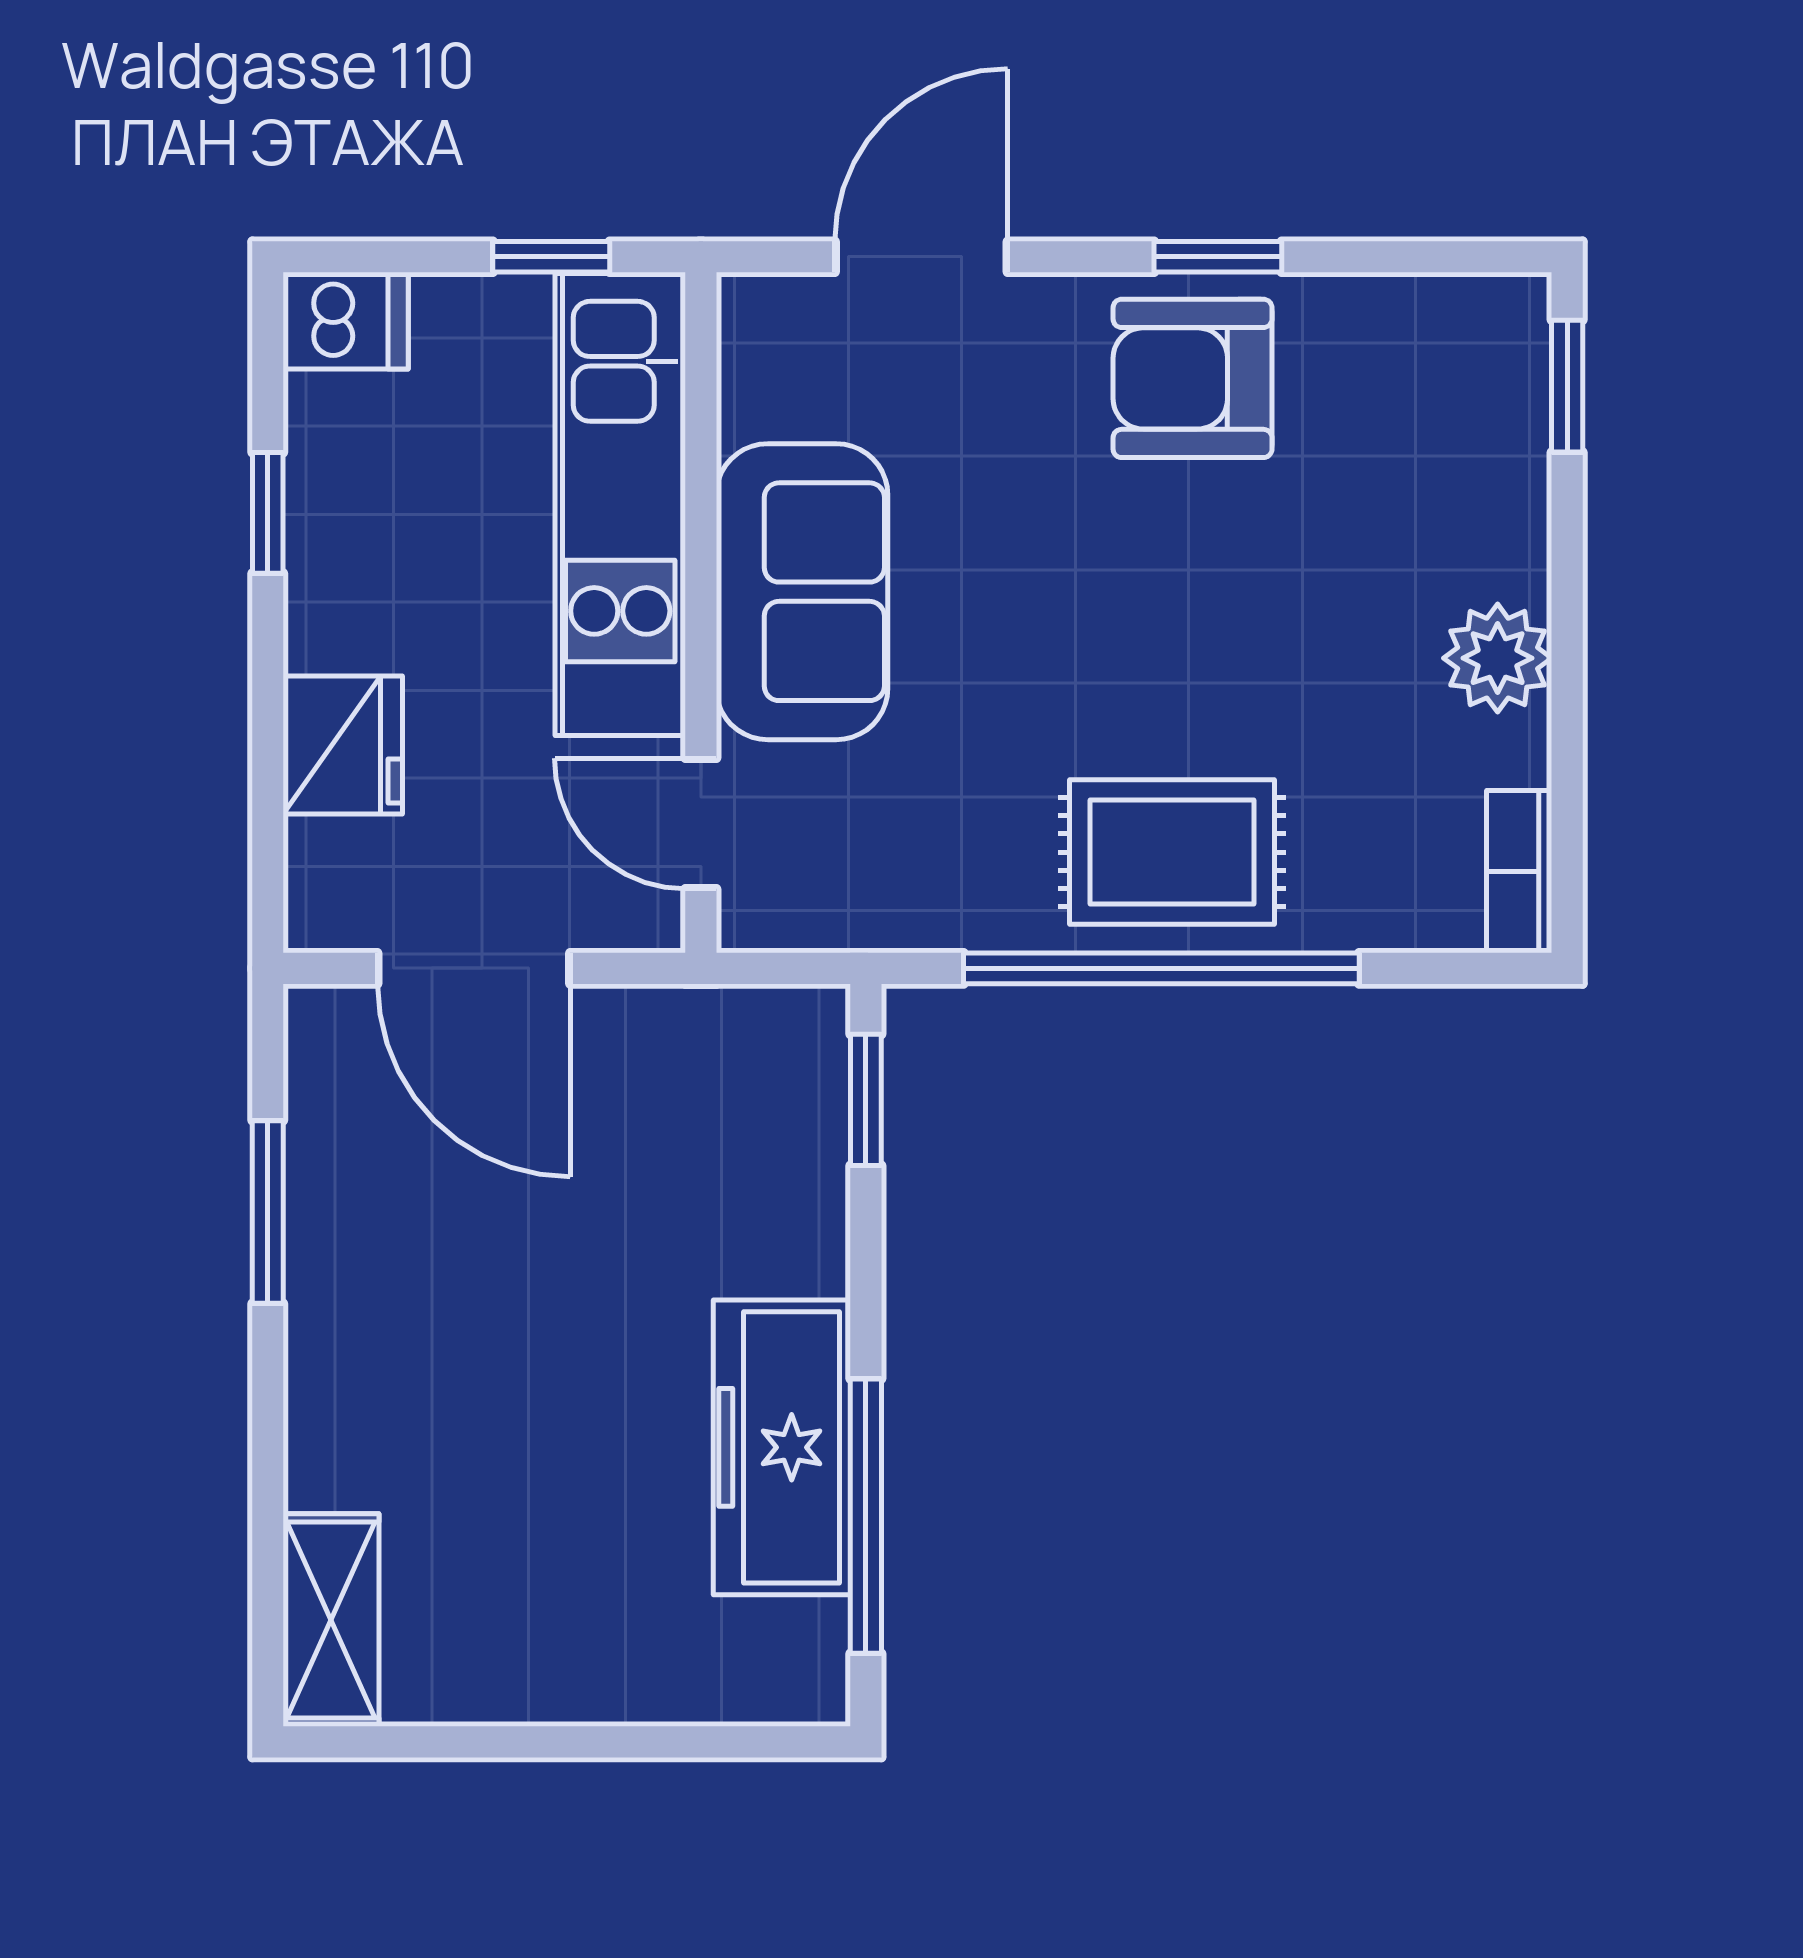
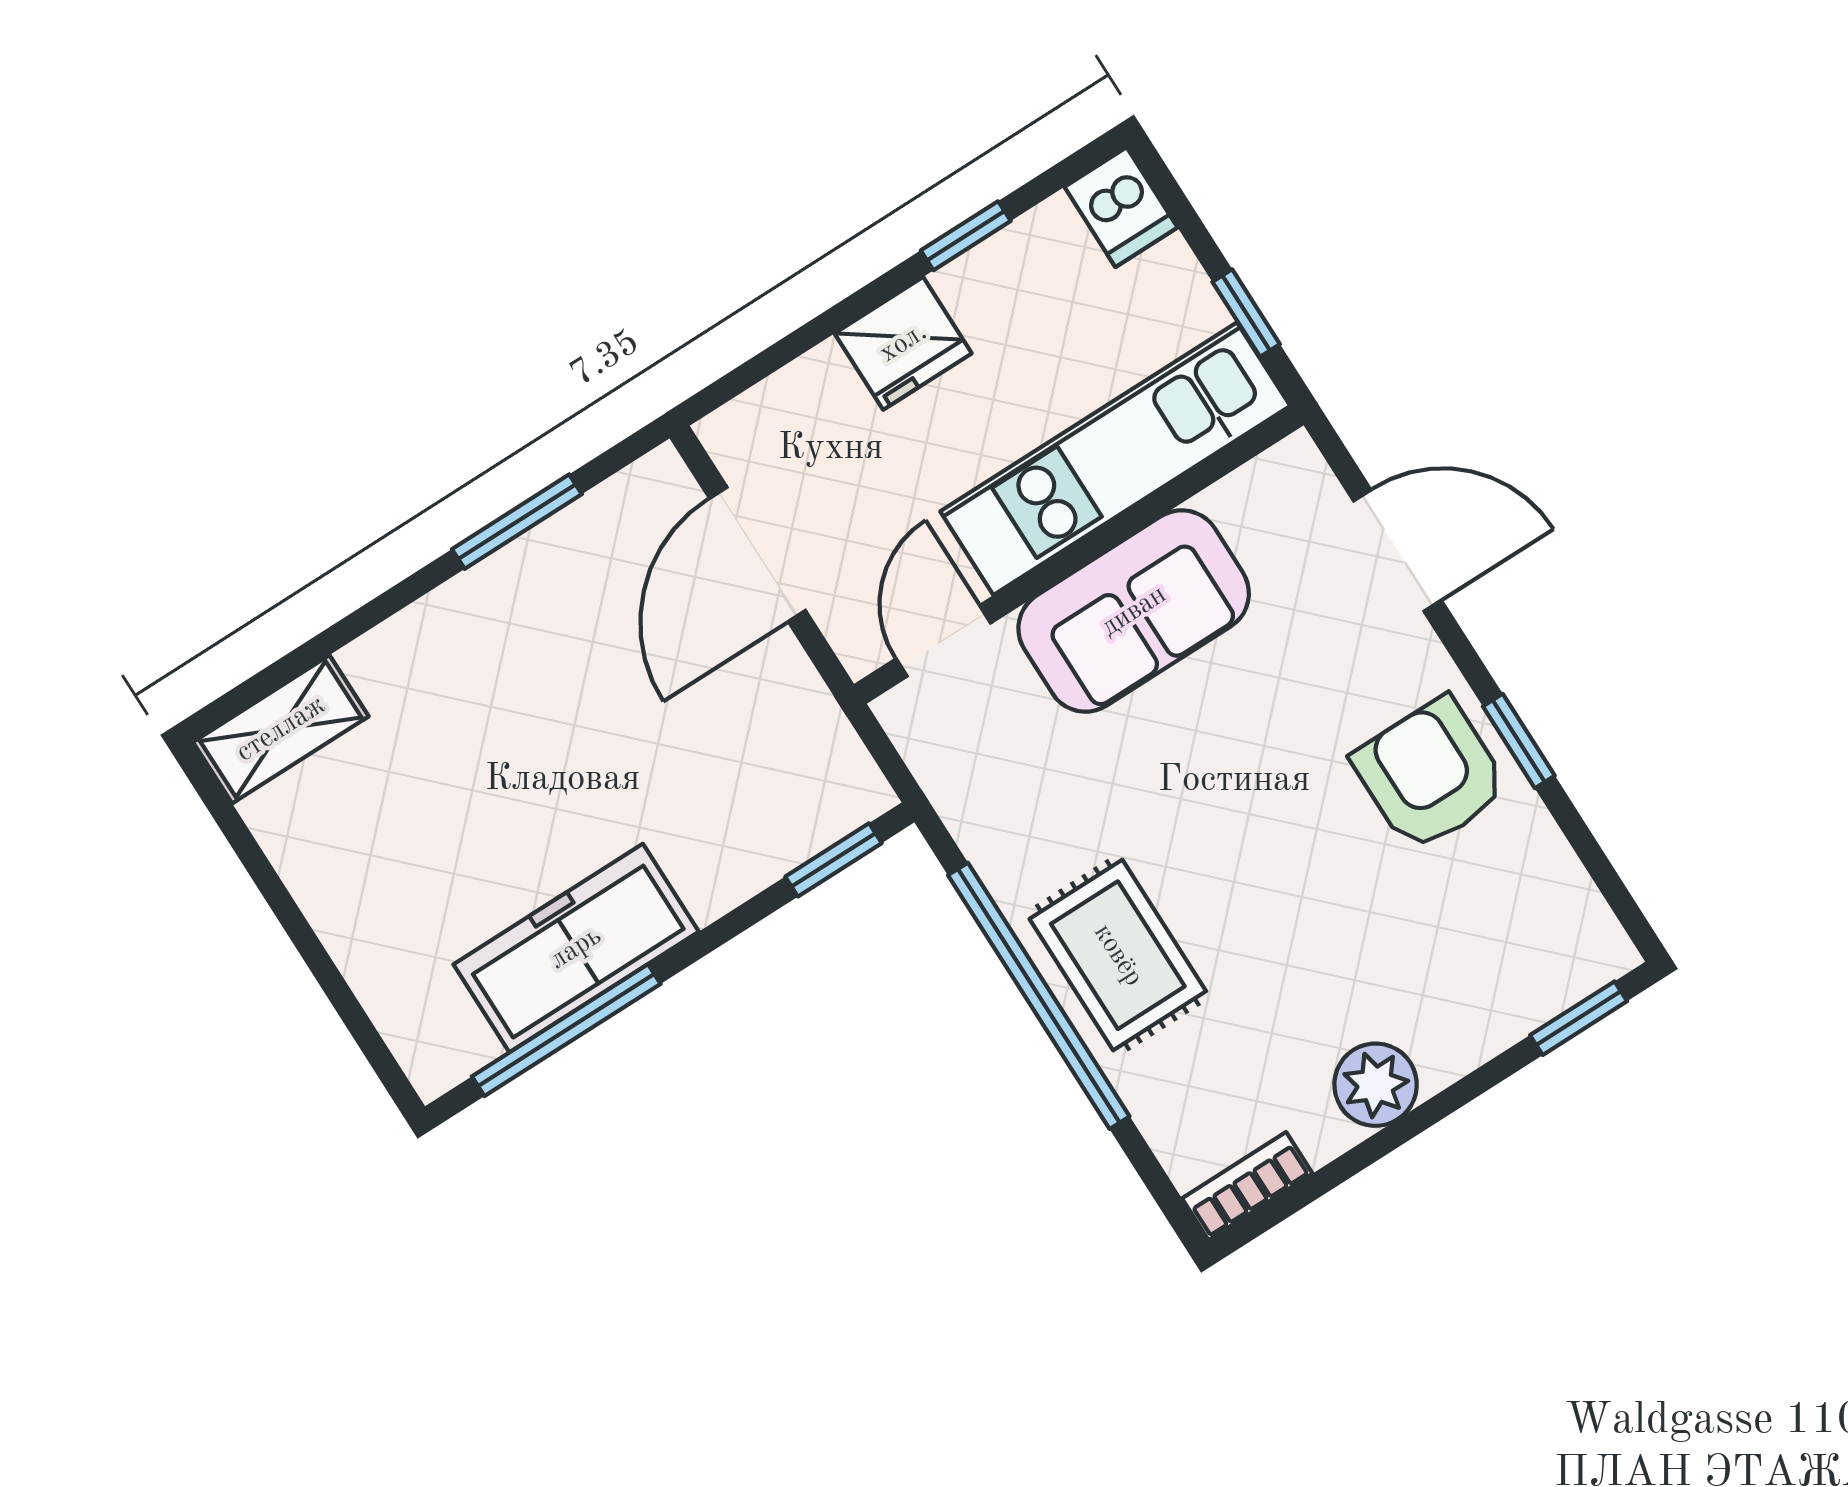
fridge: (343, 745) -> (903, 343), moved

